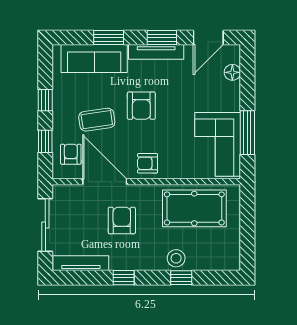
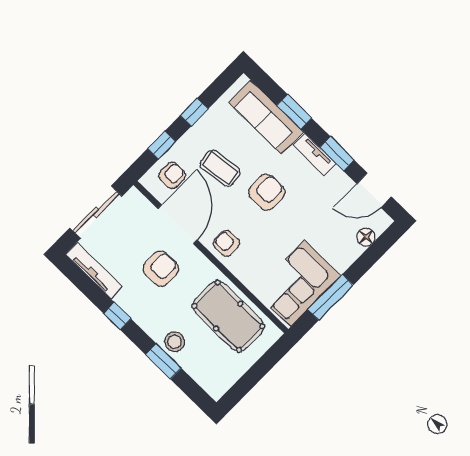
tv unit: (156, 52) -> (315, 154), width x0.71
armchair: (141, 106) -> (267, 192), turned 180
window: (181, 278) -> (163, 361), width x1.50

